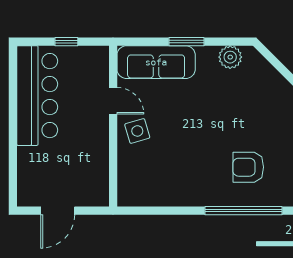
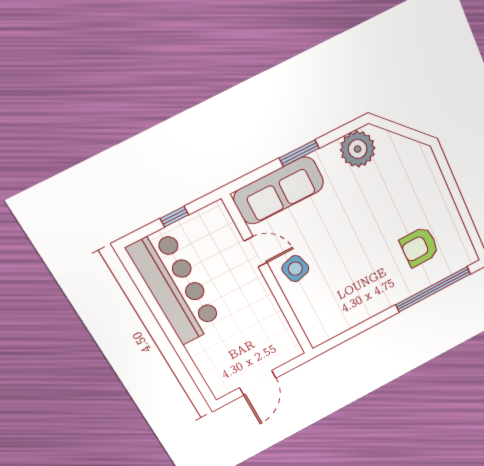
plant: (230, 57) -> (358, 149), width x1.36, depth x1.36

